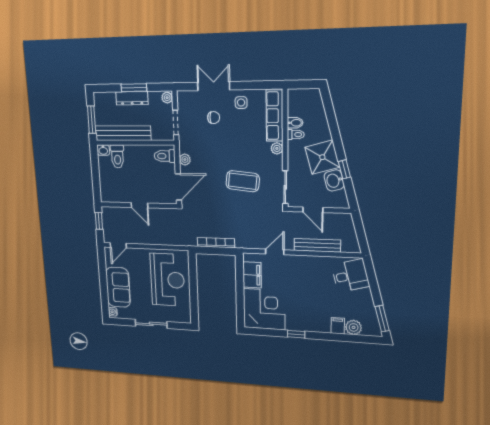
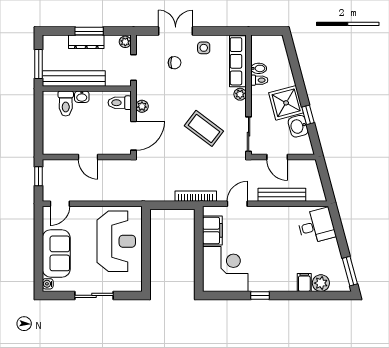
washbasin: (103, 150) -> (82, 97), moved
coffee table: (243, 181) -> (204, 128), turned 31
bookcase: (216, 243) -> (196, 196), moved

